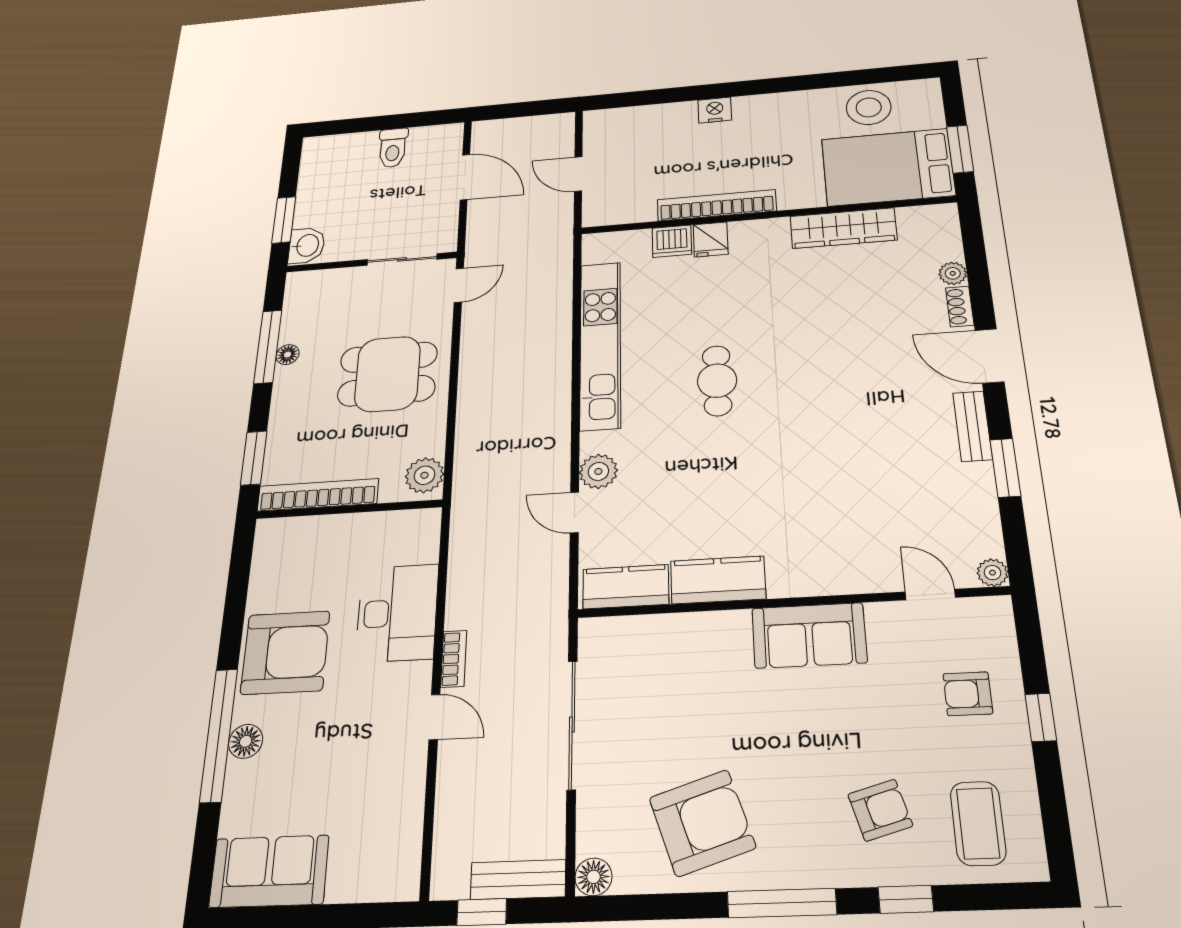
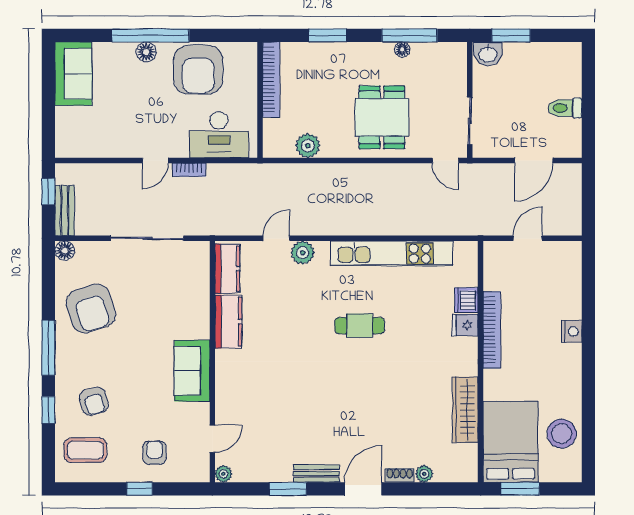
bookcase: (318, 495) -> (271, 80), moved
wall: (349, 509) -> (260, 100), moved

